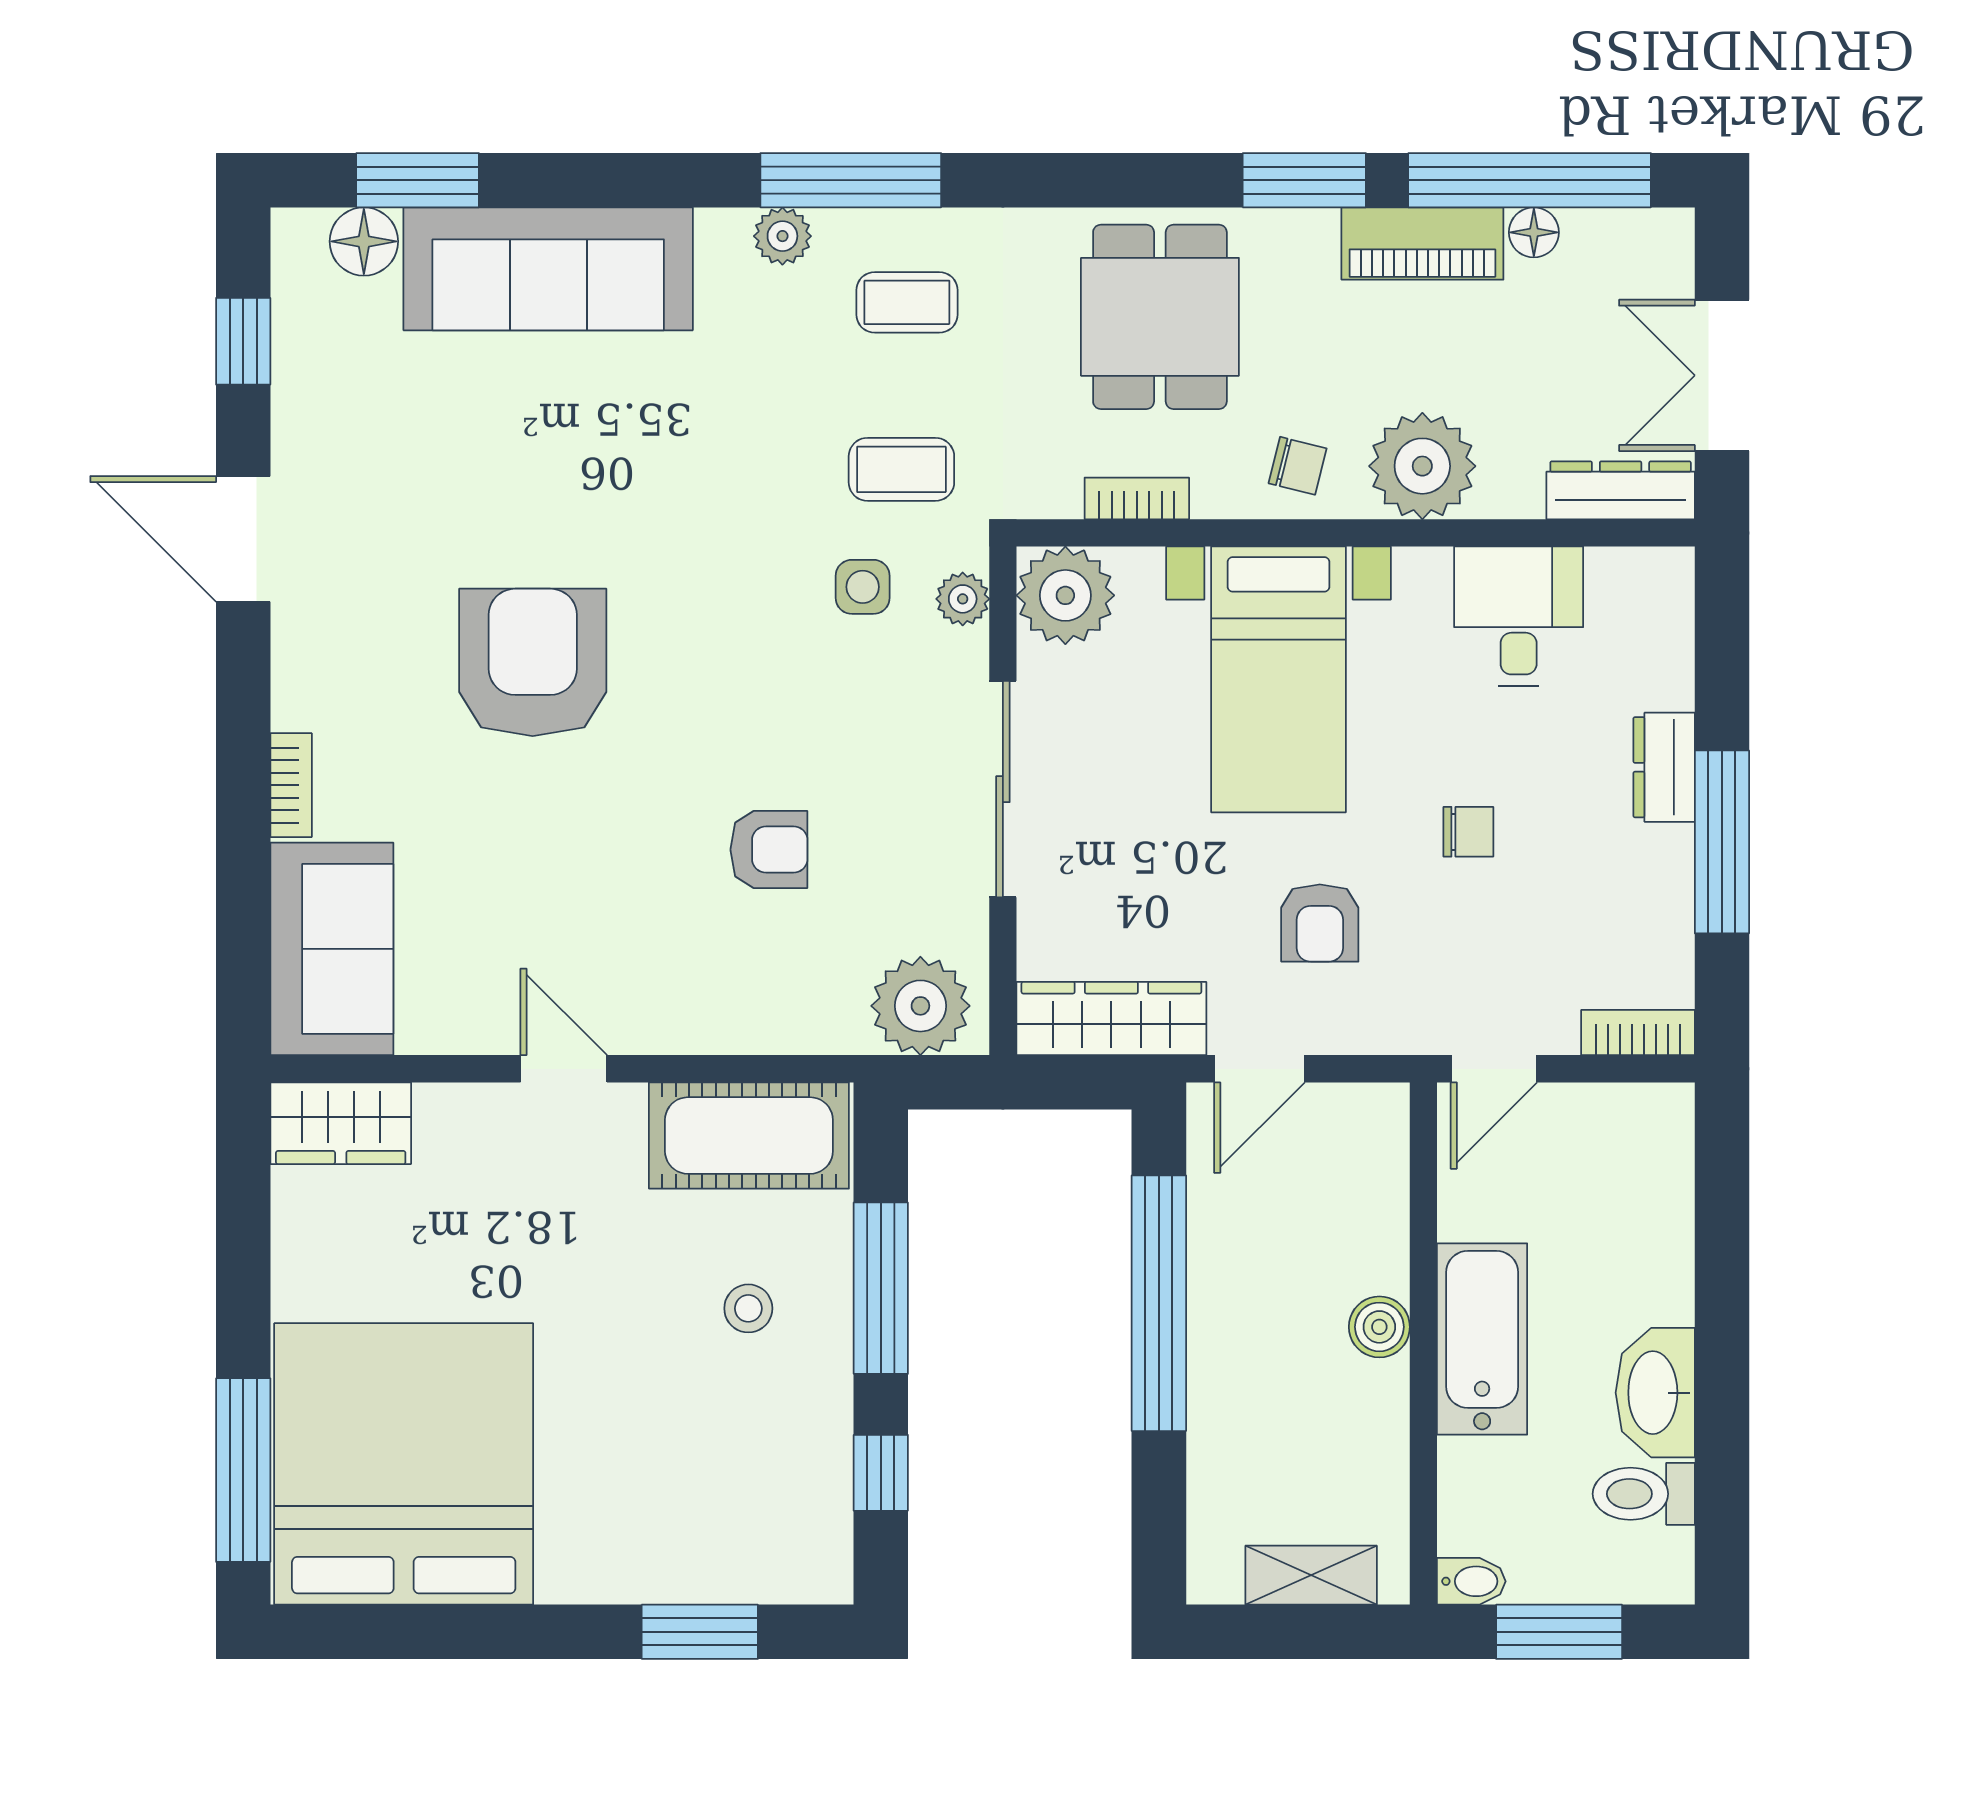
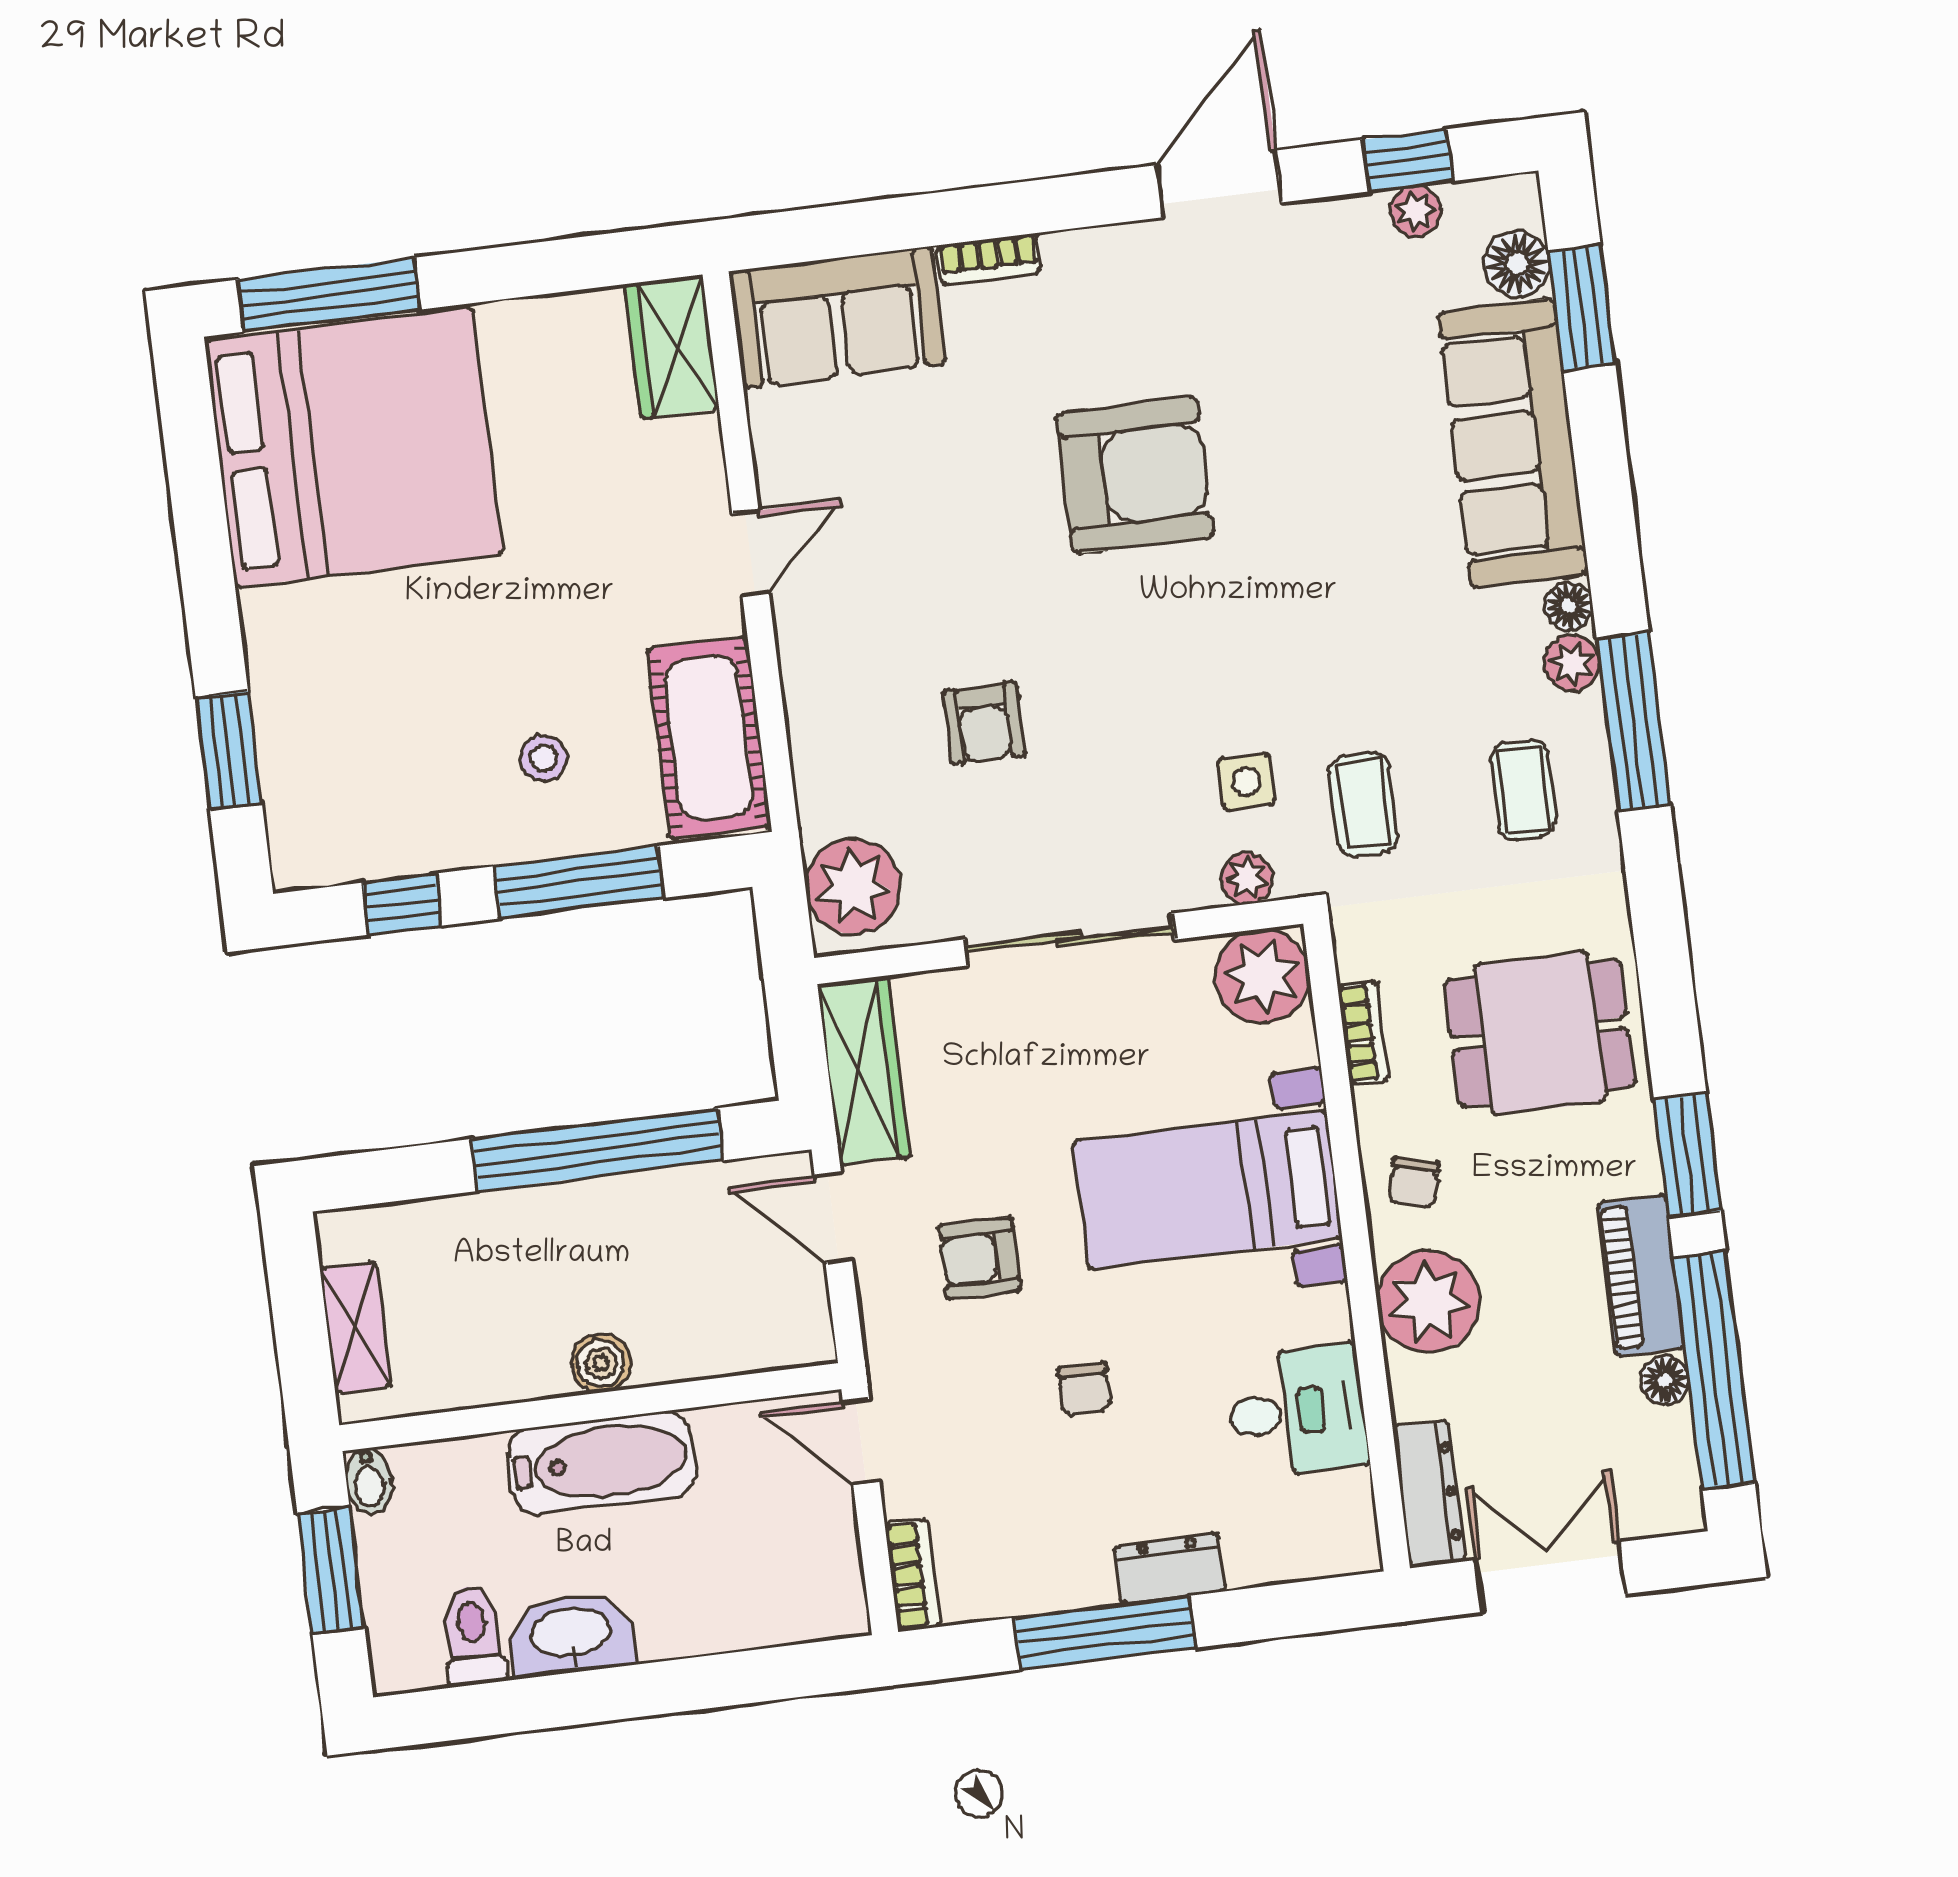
floor lamp: (723, 232) -> (1568, 606), added
plant: (297, 339) -> (1416, 211), added

